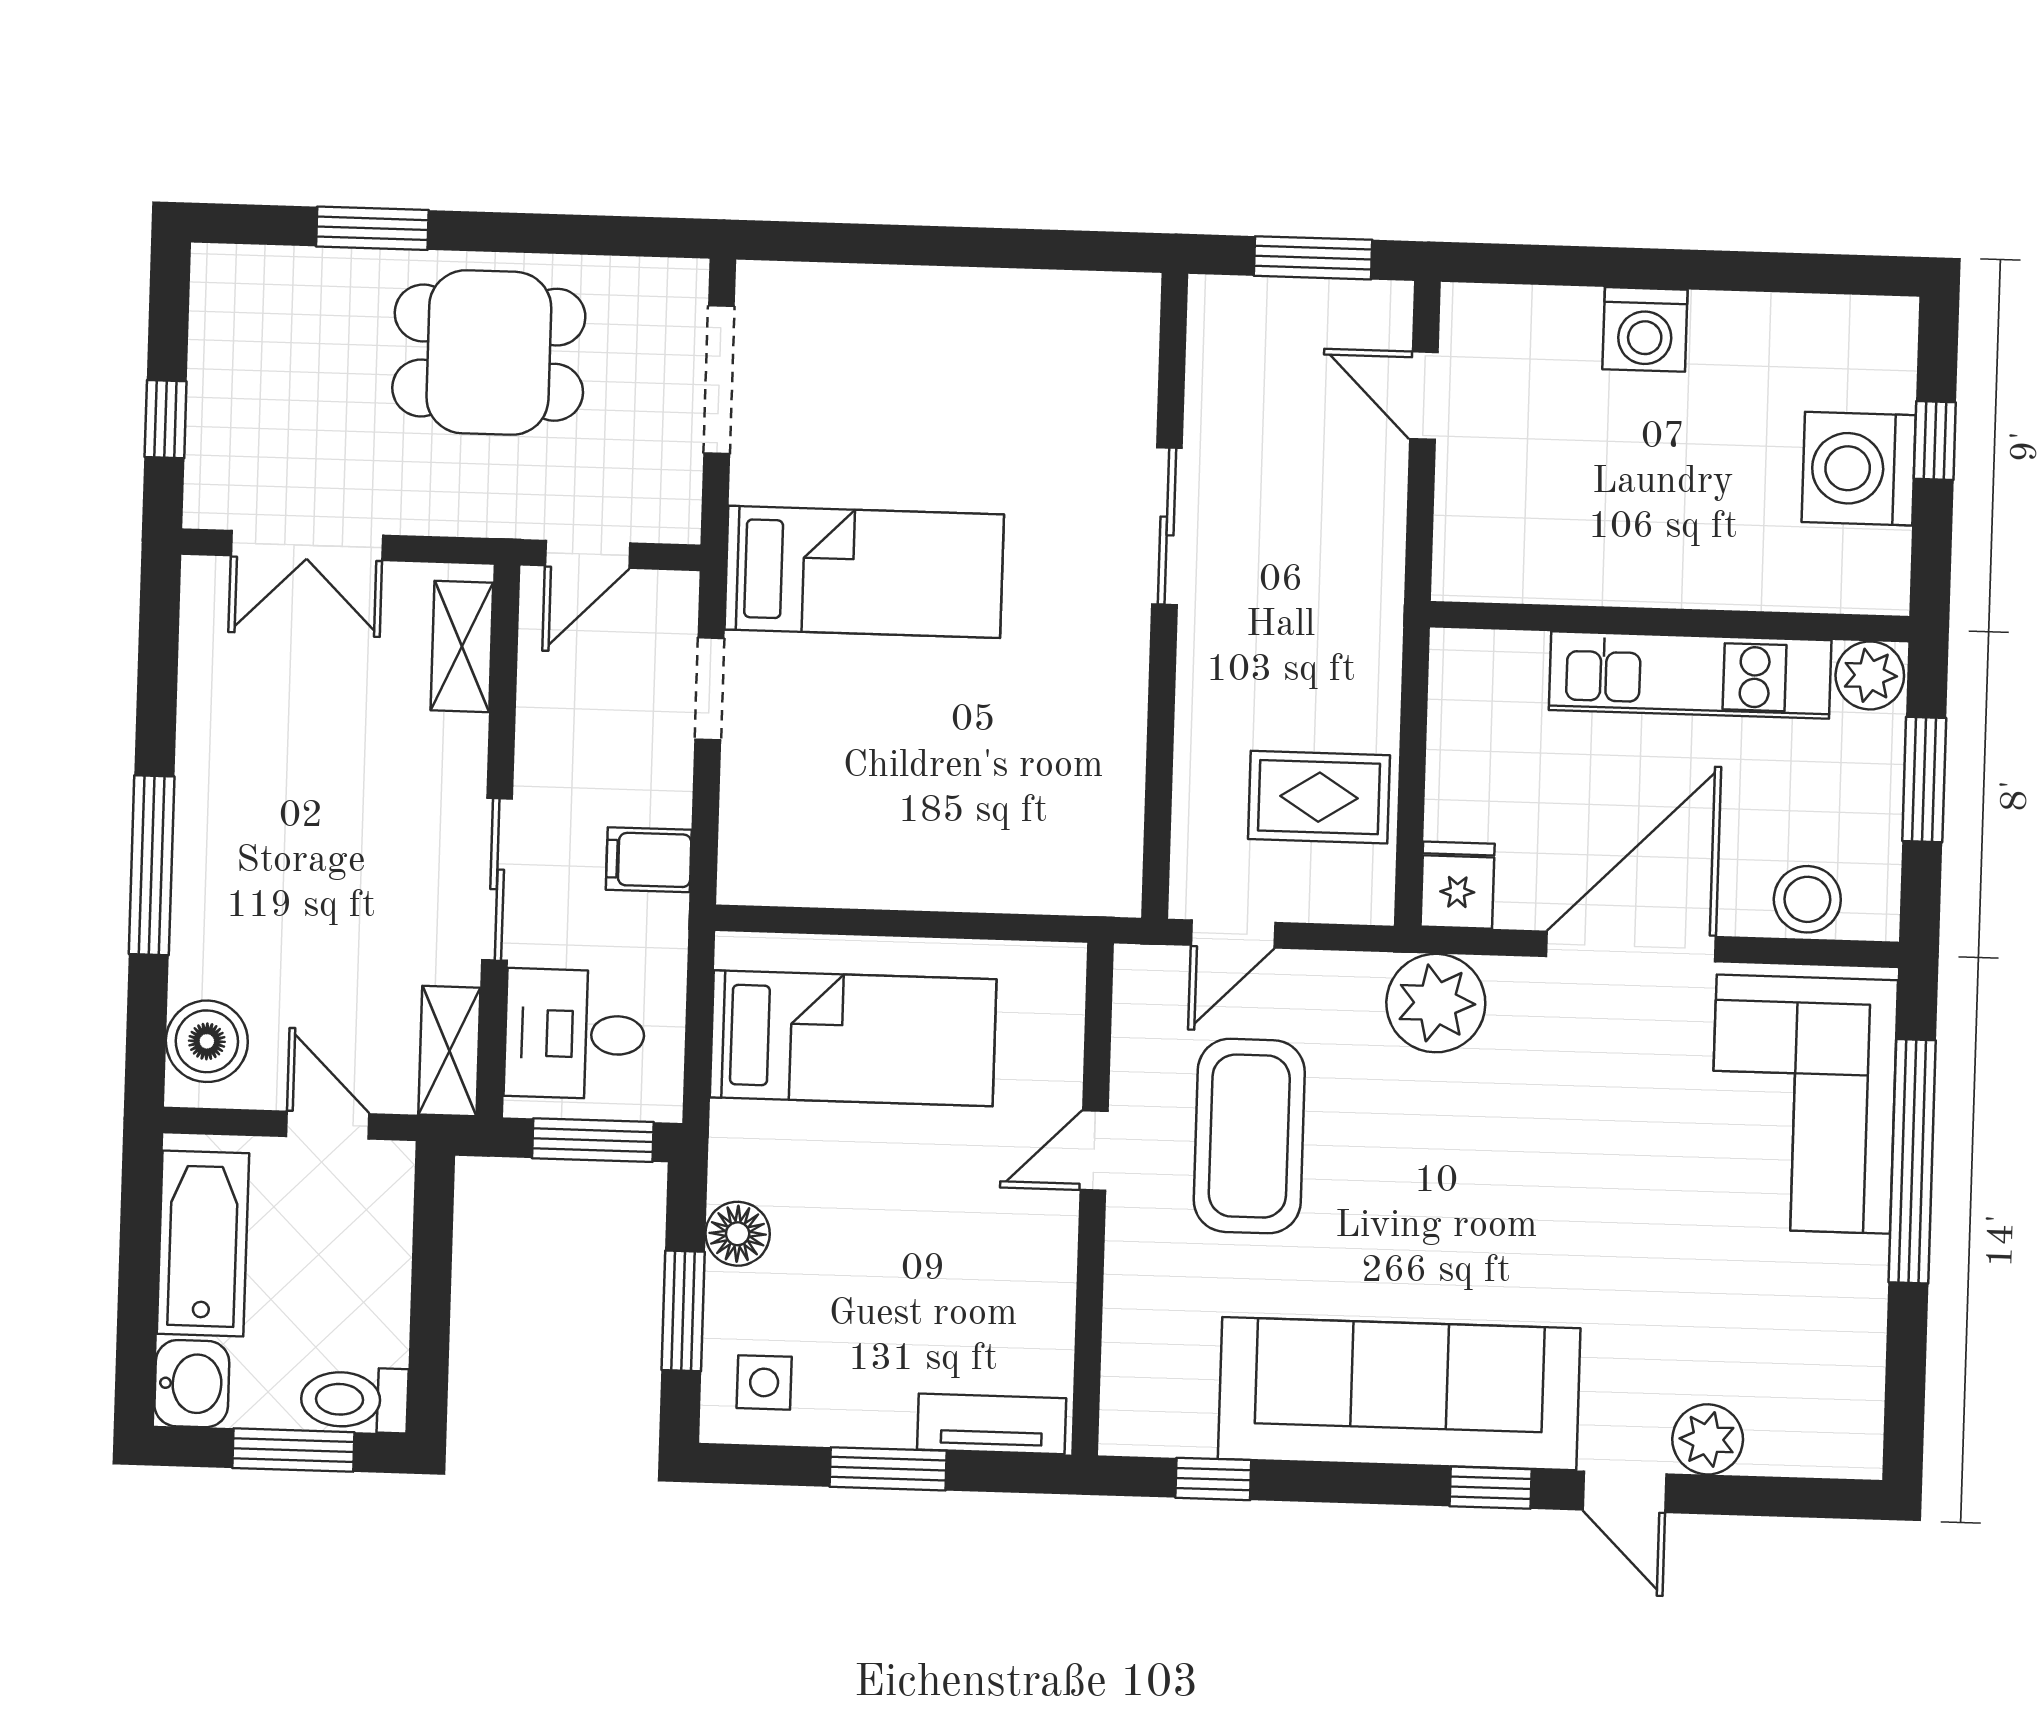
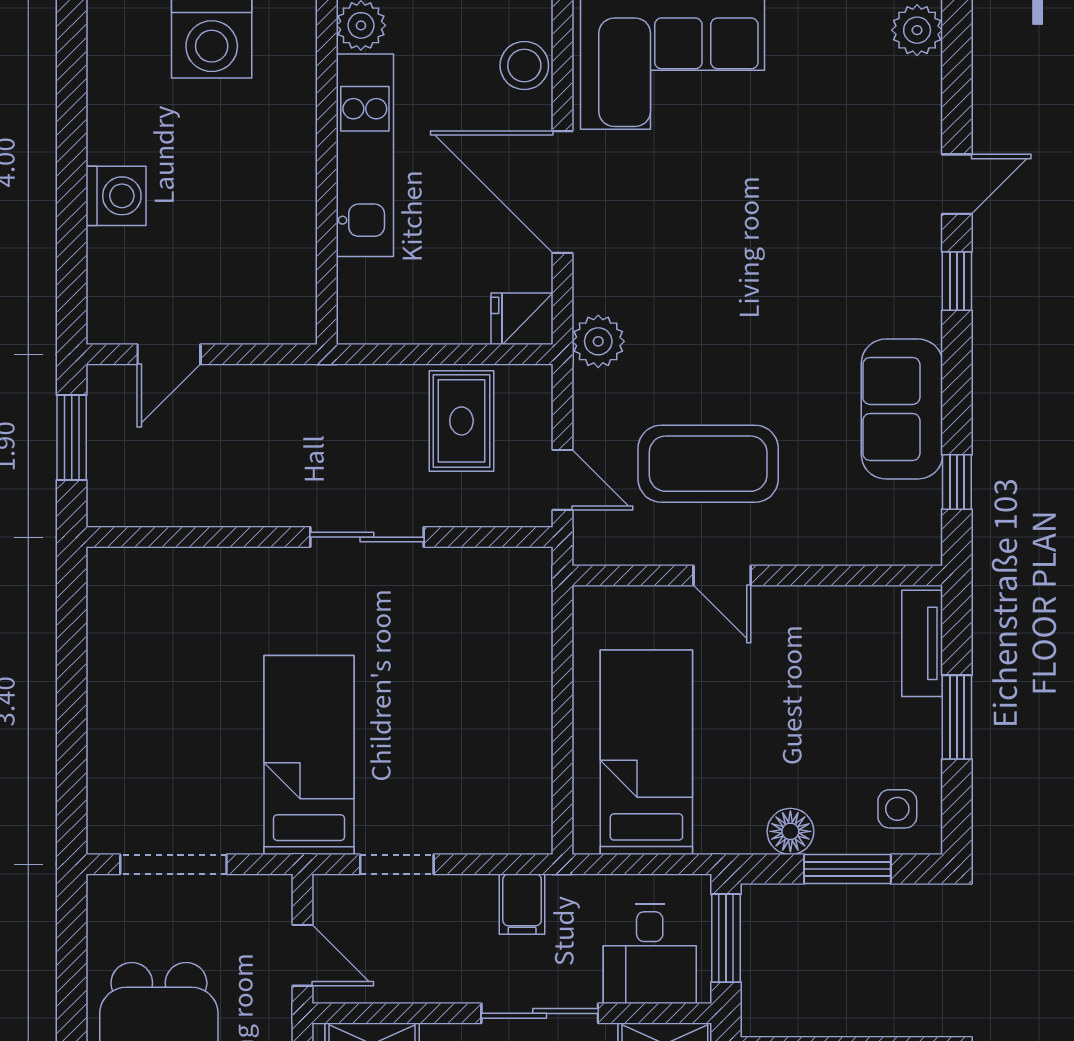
sliding door: (1167, 526) -> (367, 537), moved
plant: (1436, 1003) -> (598, 341), width x0.73, depth x0.73
sofa: (1399, 1394) -> (902, 409), width x0.54, depth x0.79
plant: (1708, 1439) -> (917, 30), moved

